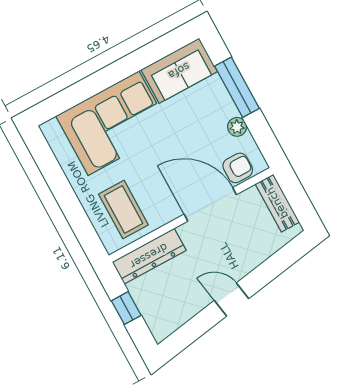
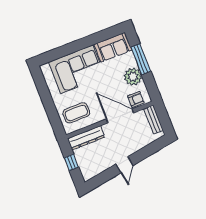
plant: (237, 127) -> (133, 77), width x1.88, depth x1.88
coffee table: (123, 209) -> (76, 113), turned 90
door: (231, 300) -> (124, 165), swing flipped

